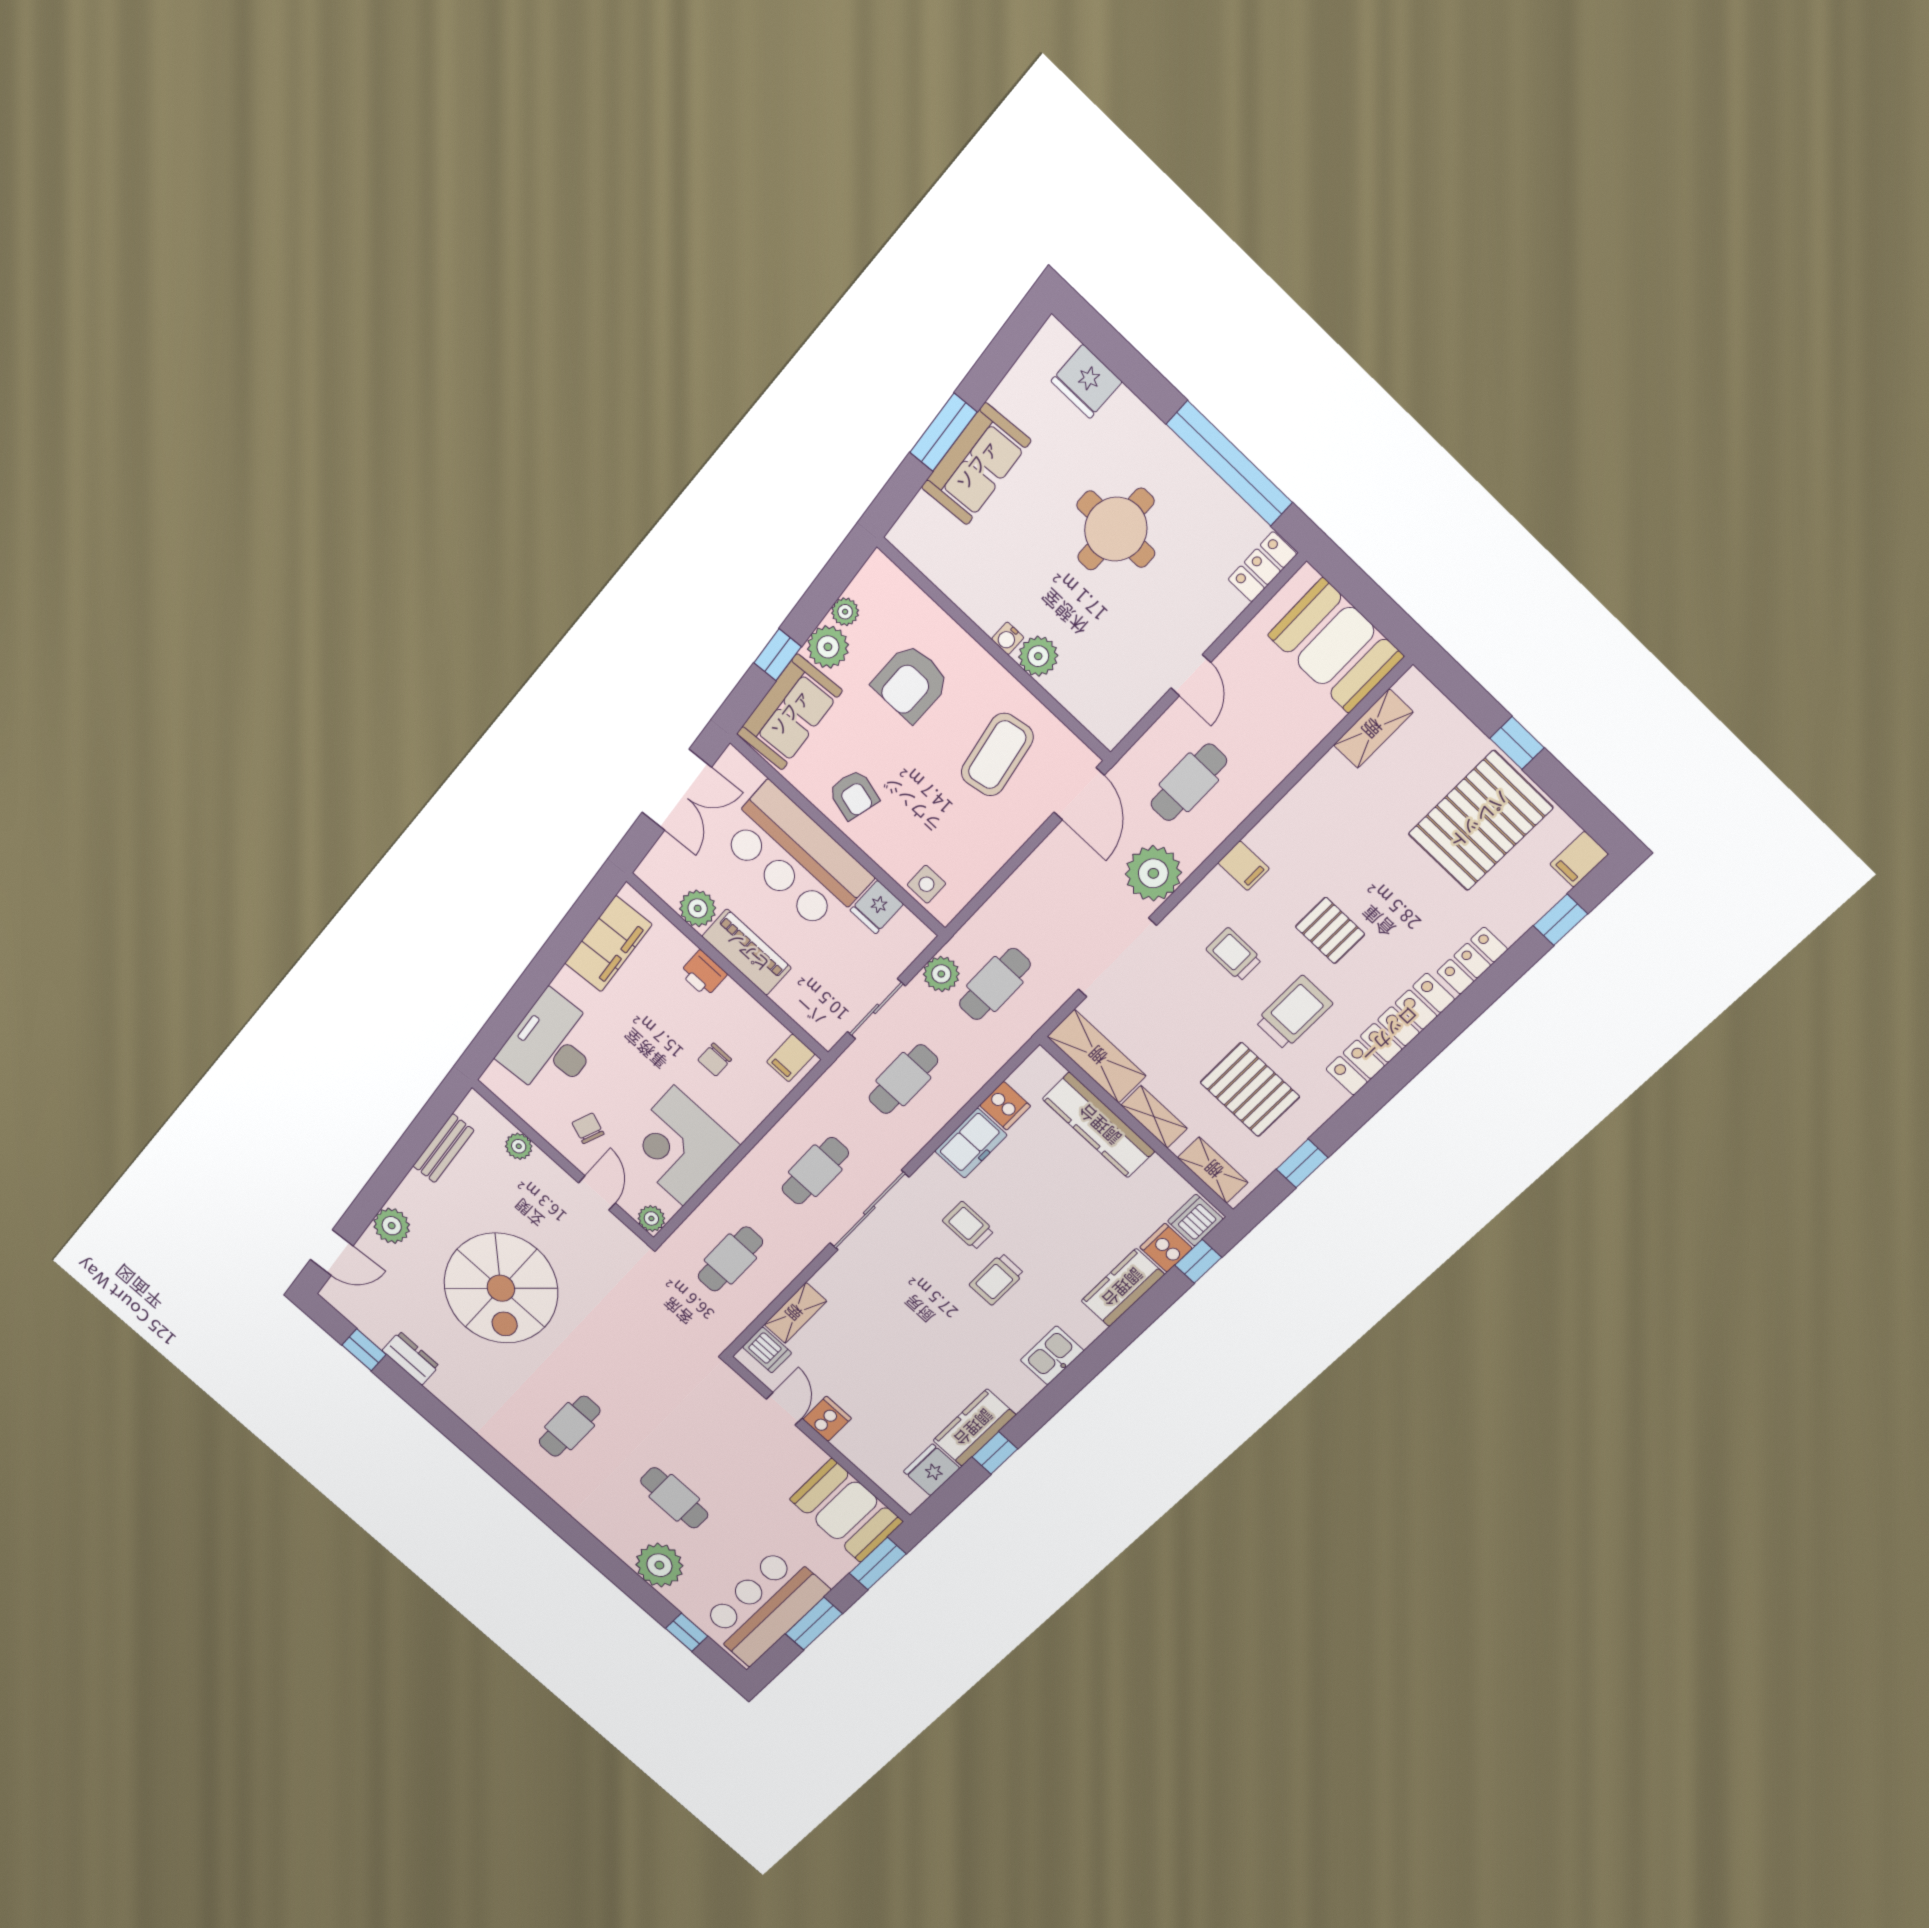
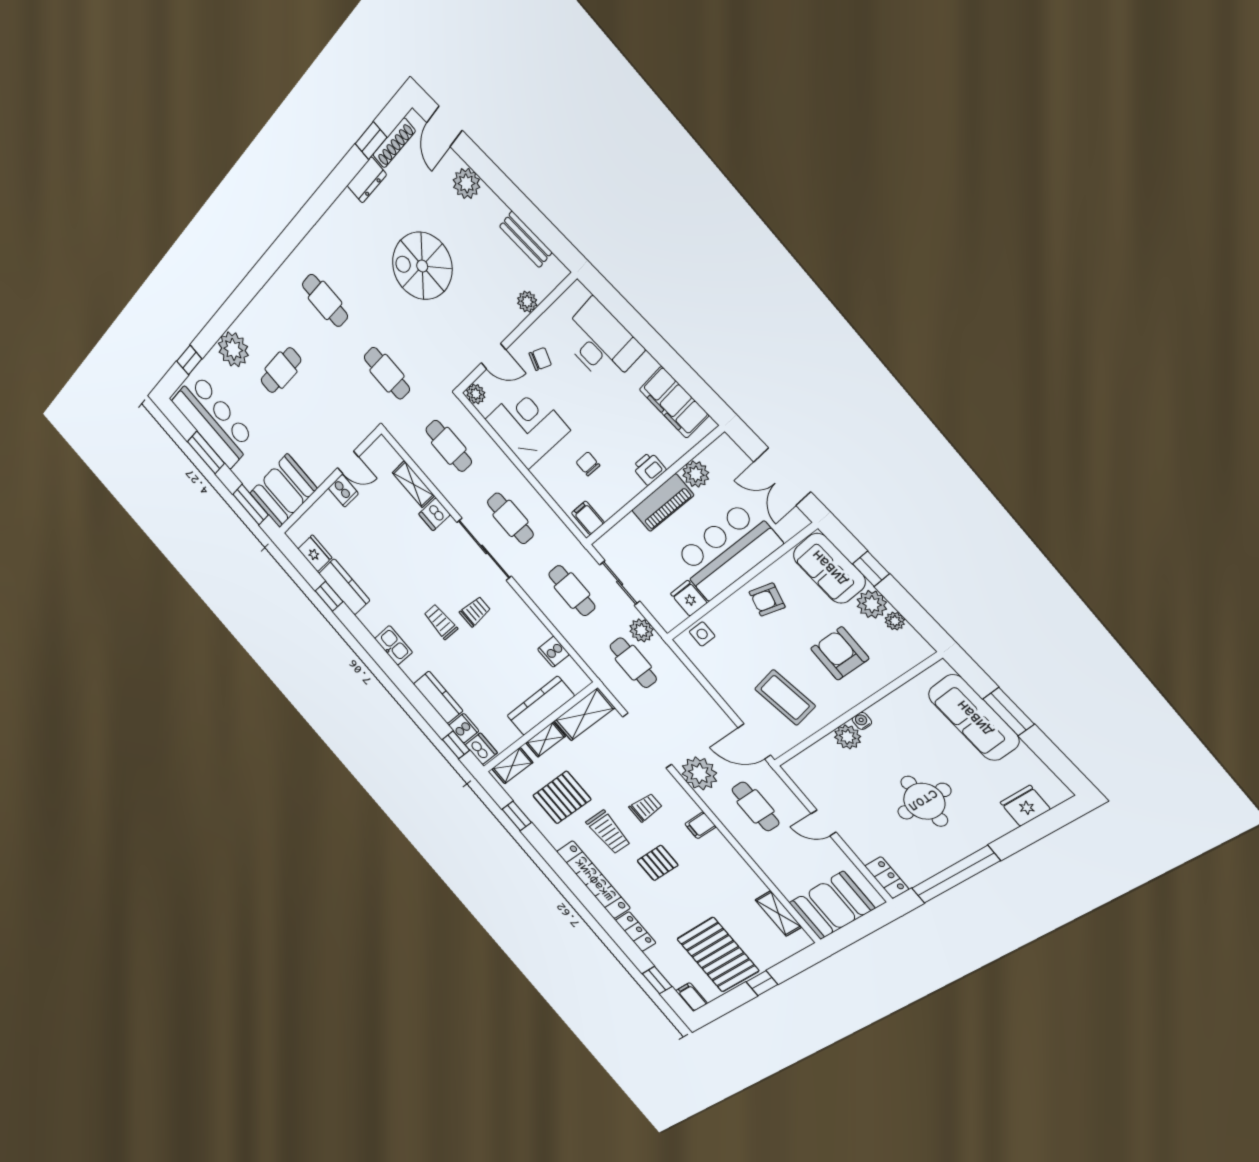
sofa: (976, 464) -> (974, 718), width x1.36
freezer: (971, 1143) -> (529, 625), removed
spiral stairs: (501, 1288) -> (422, 266), width x0.73, depth x0.73
shoe rack: (362, 1319) -> (394, 143), added
cafe table: (648, 1344) -> (387, 373), added
dishwasher: (767, 1350) -> (435, 514), moved

